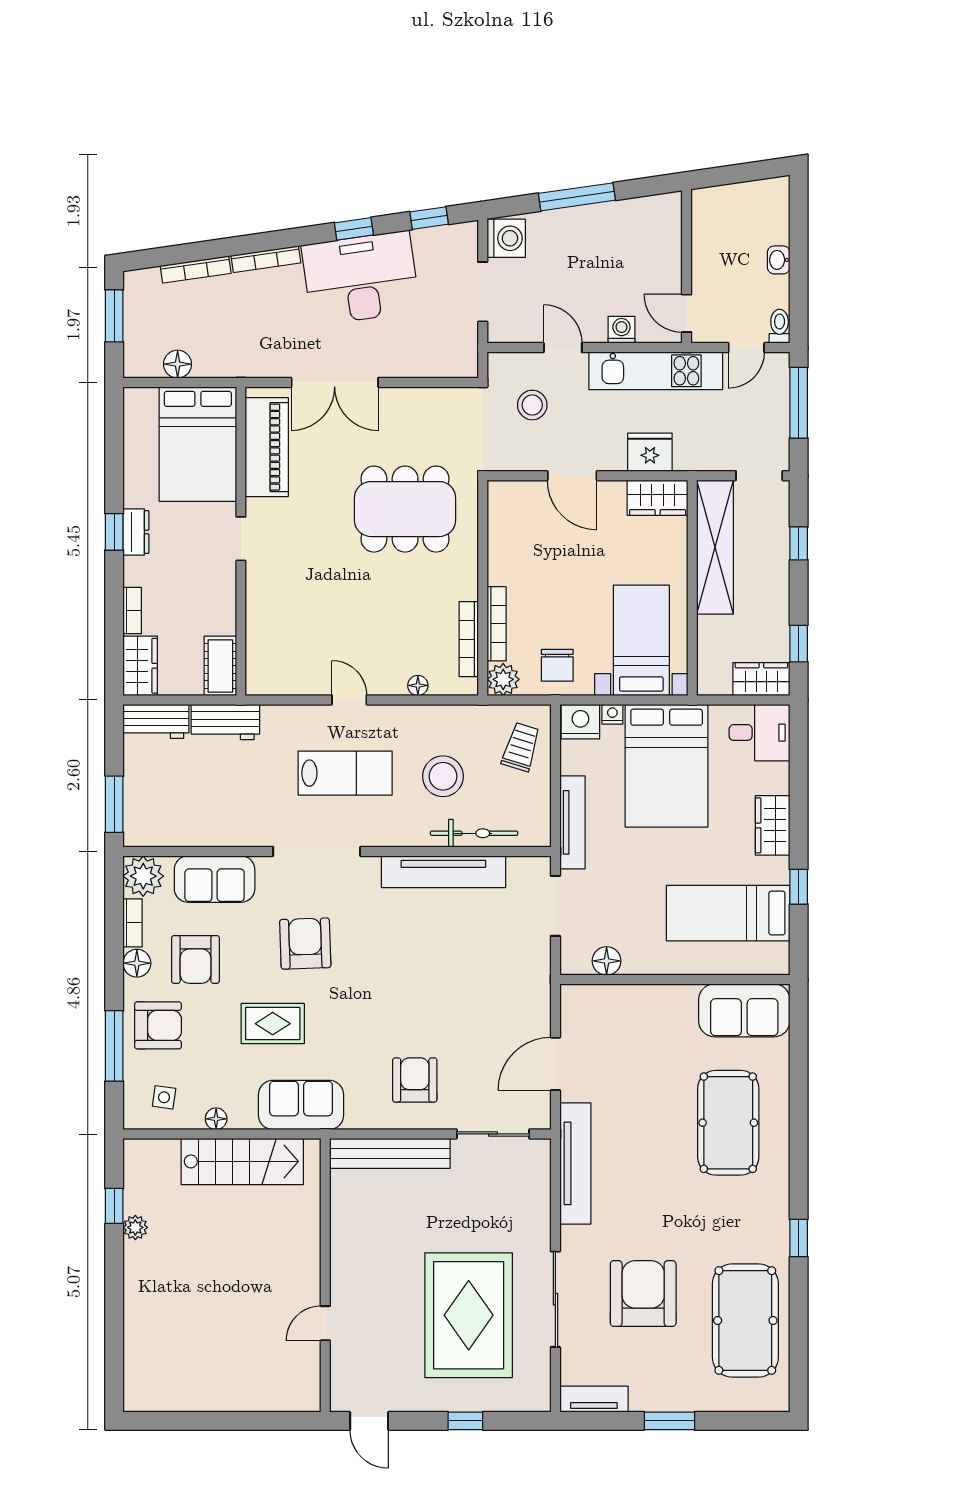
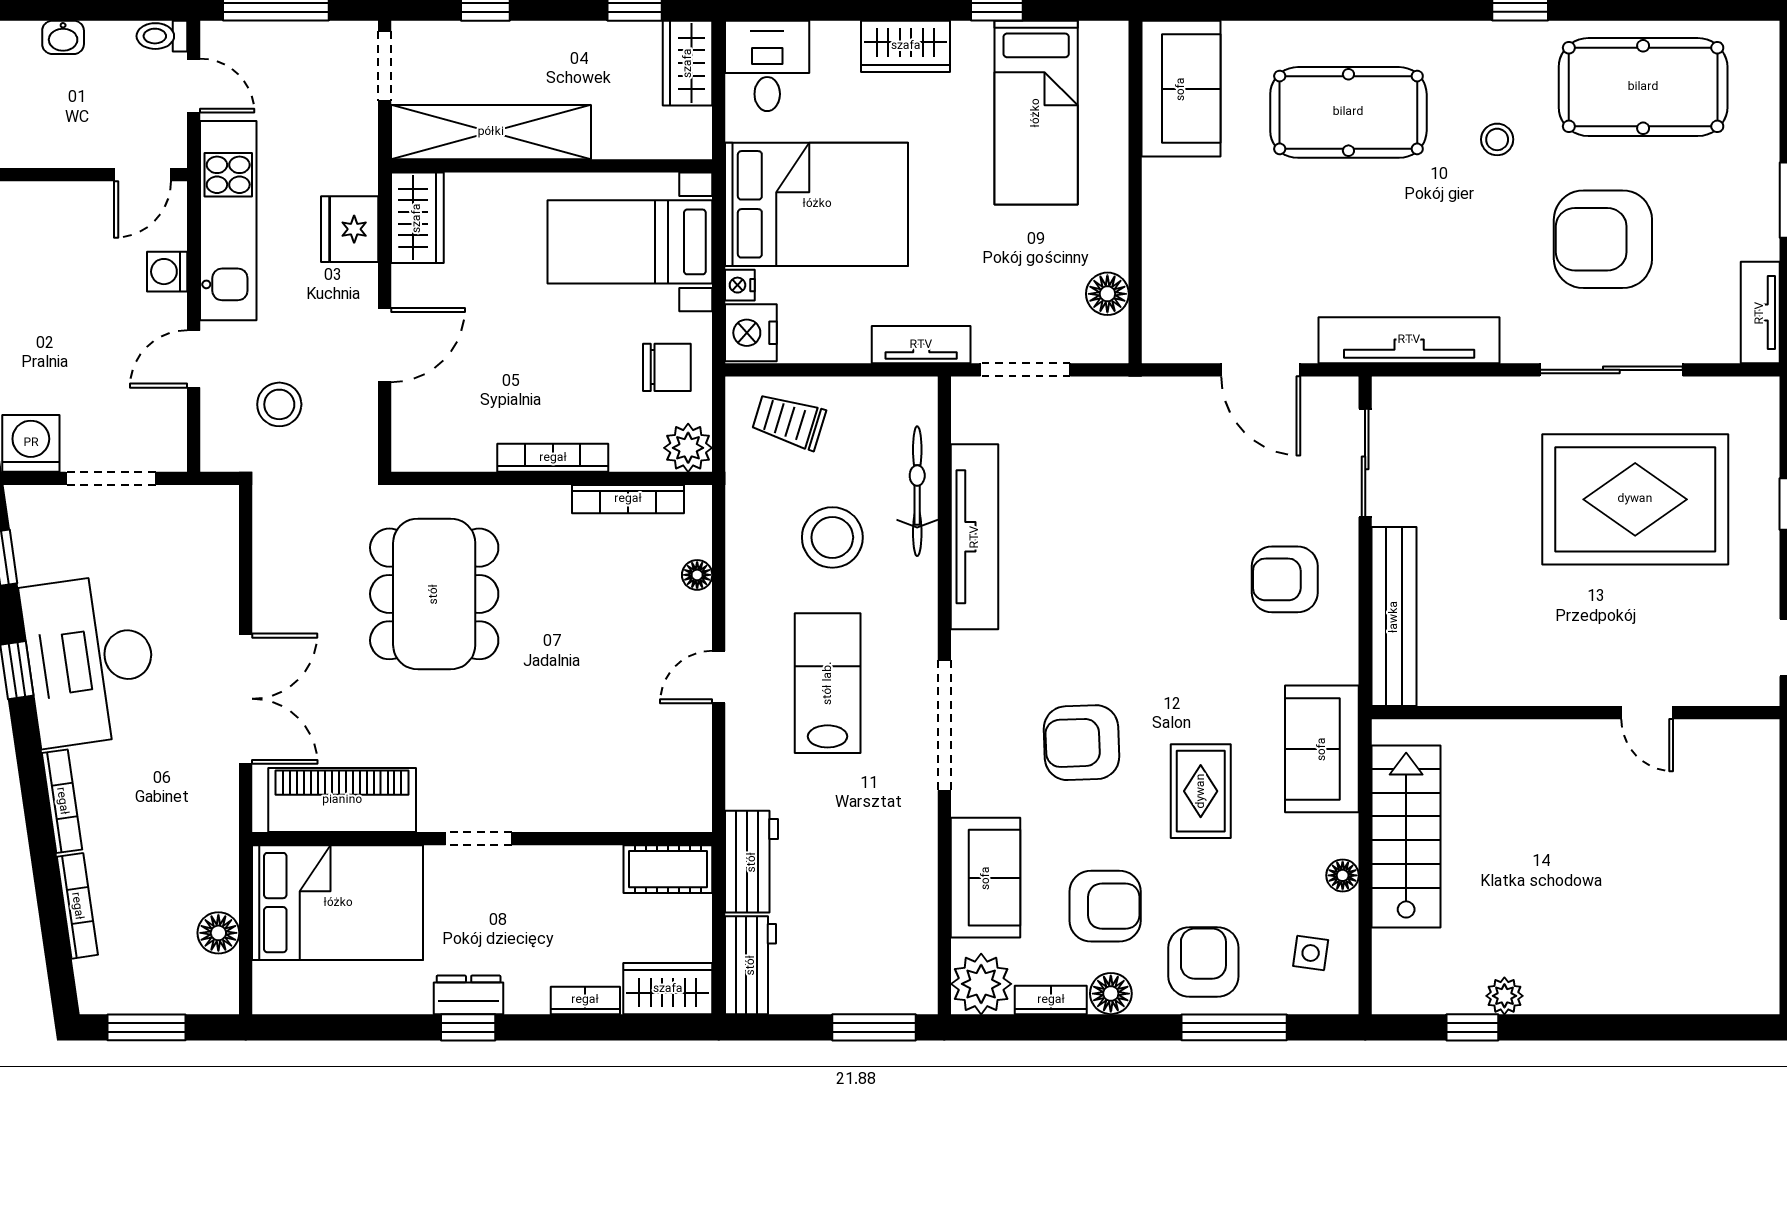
bookcase: (497, 624) -> (553, 458), moved
tv unit: (572, 822) -> (921, 345), width x0.71
stool: (710, 1223) -> (1497, 139), added

